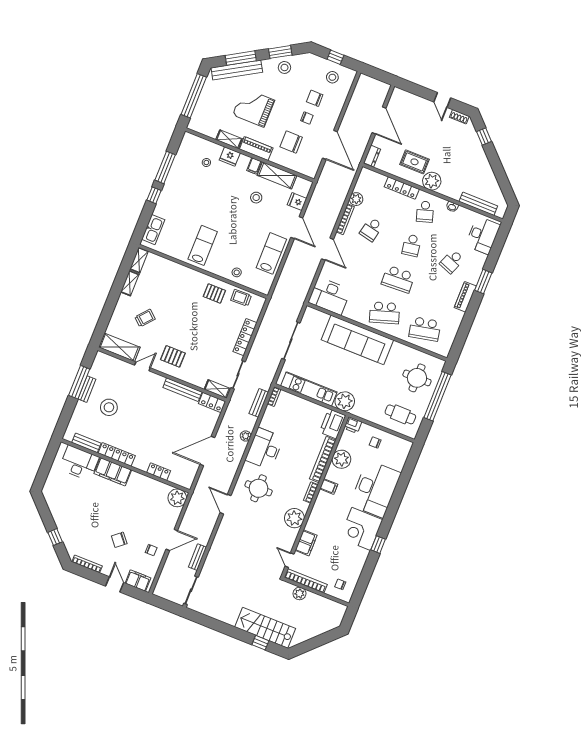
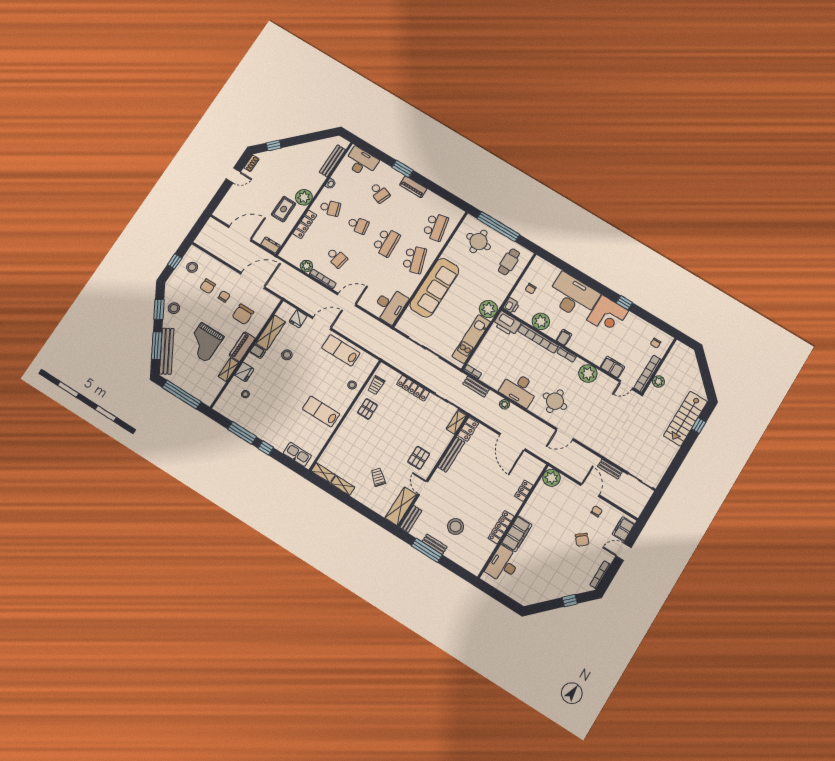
bench: (86, 443) -> (411, 519), moved

